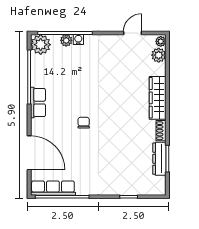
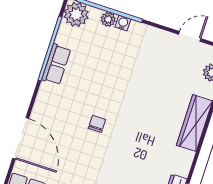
row of seats: (38, 103) -> (56, 64), moved
shoe rack: (161, 131) -> (186, 163), removed

